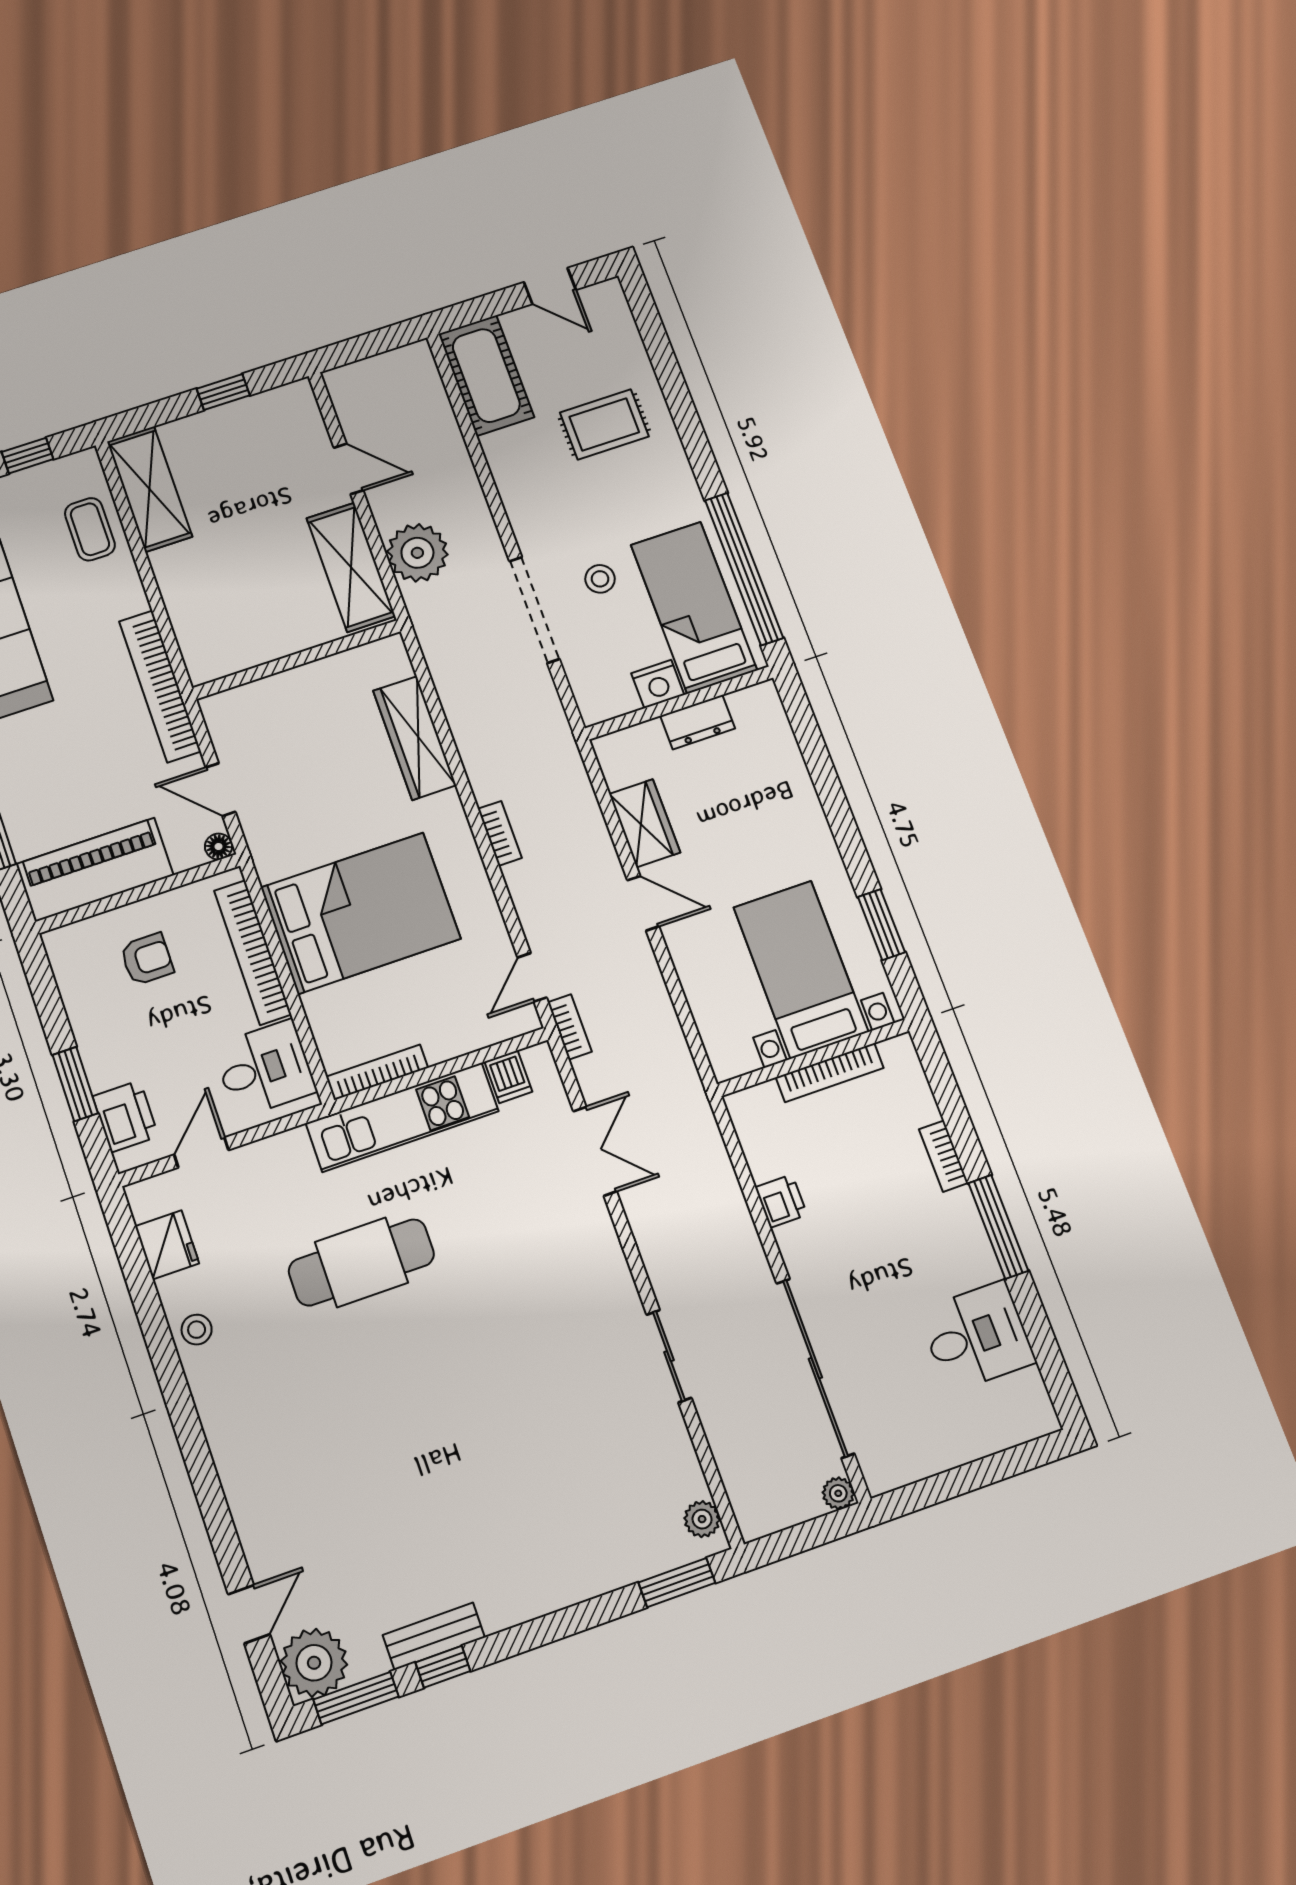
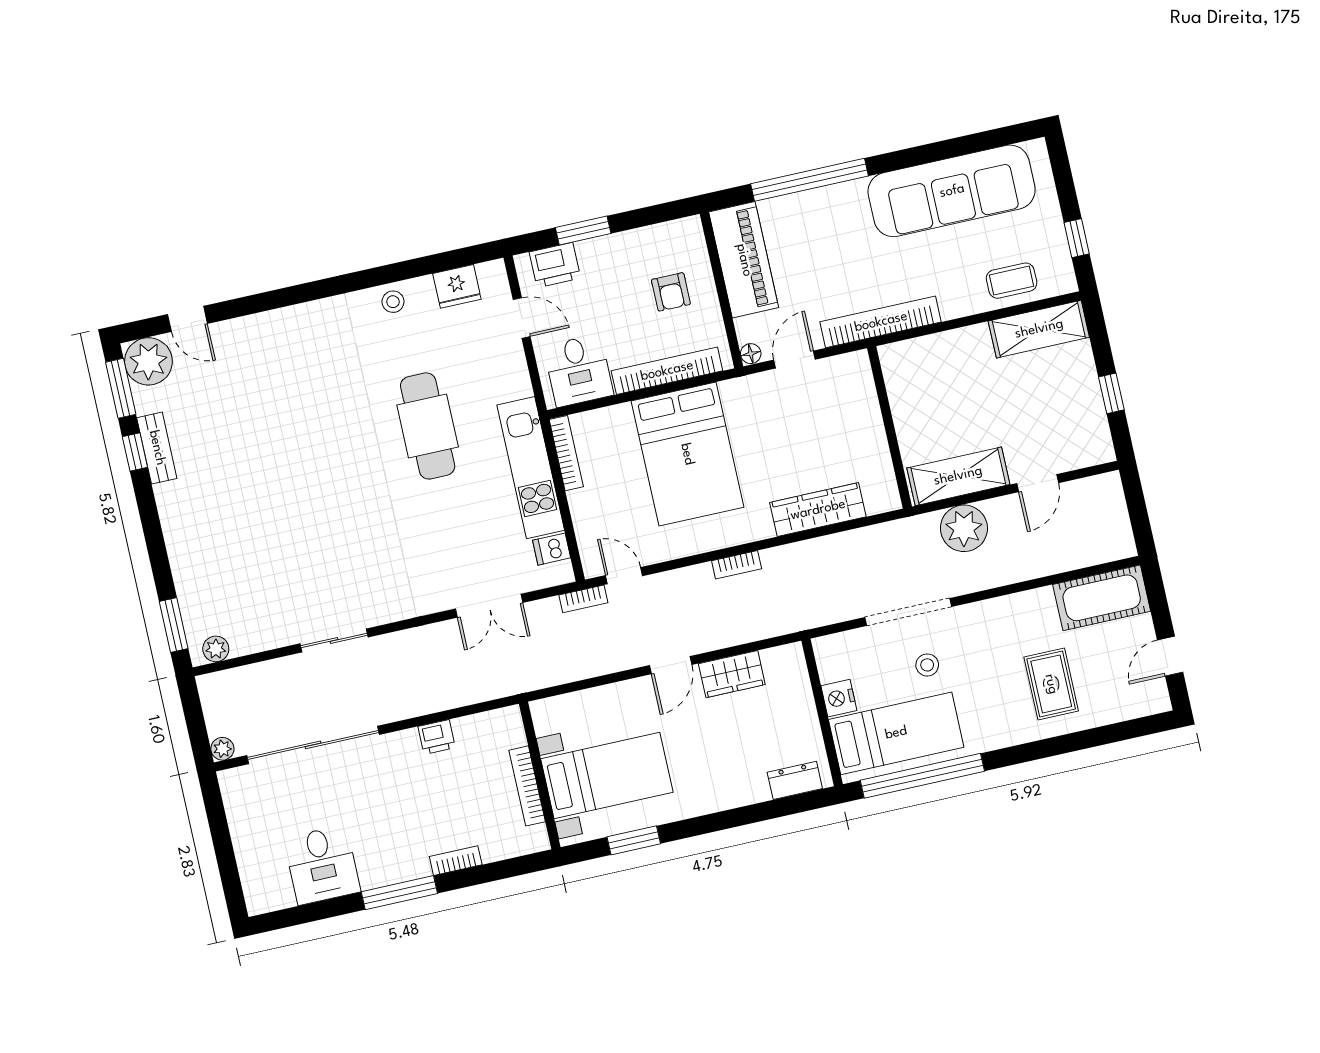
dresser: (698, 722) -> (795, 780), moved, turned 90

